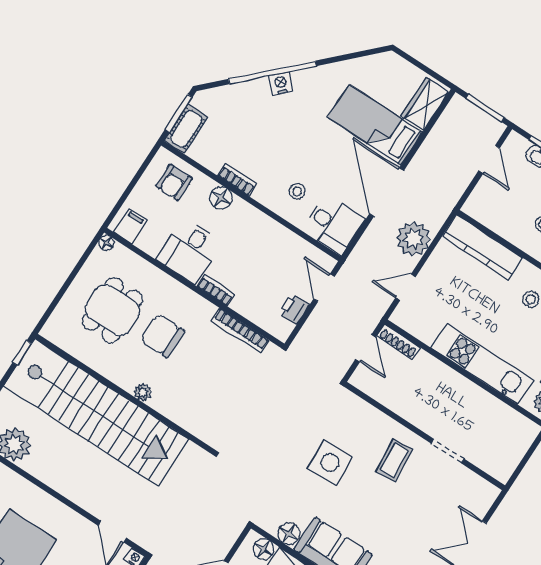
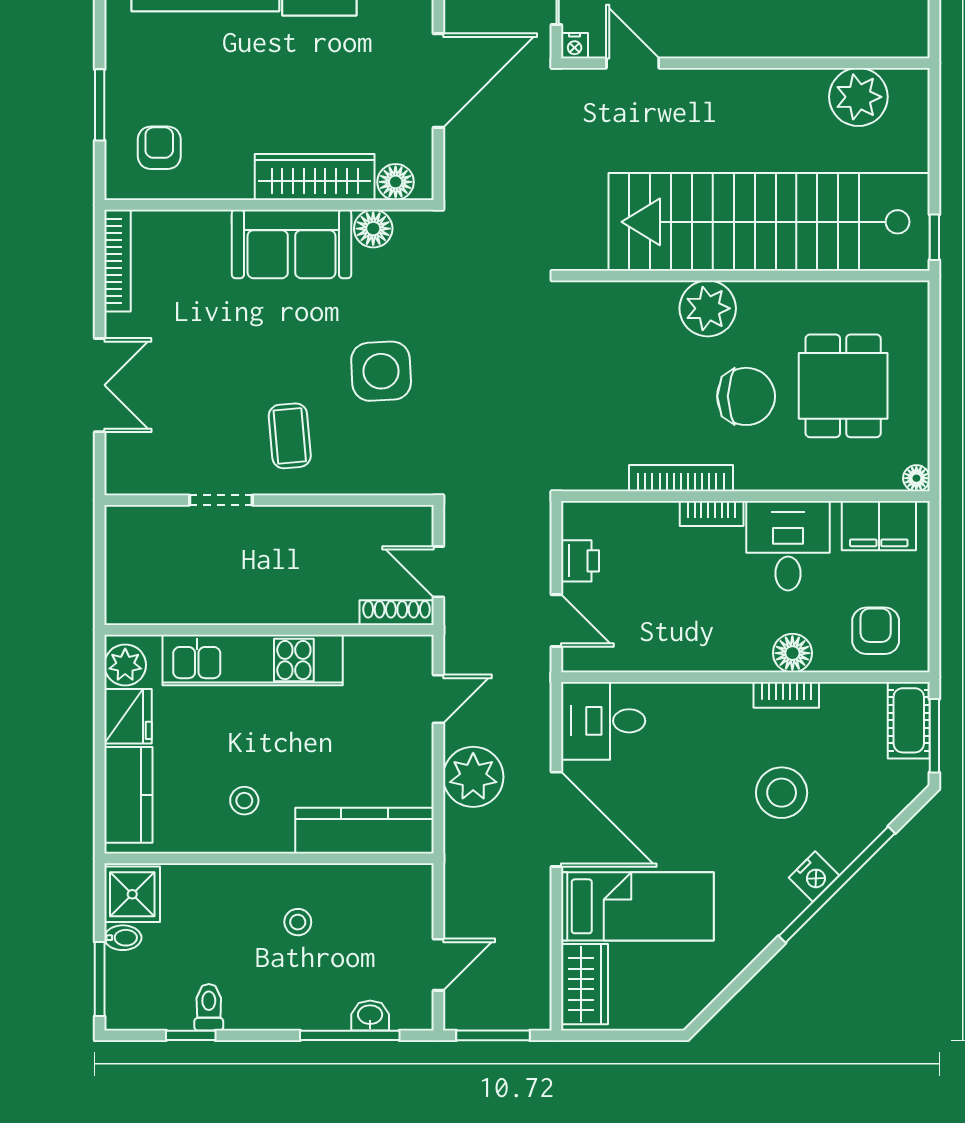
door: (489, 159) -> (438, 965), swing flipped
stool: (297, 191) -> (782, 793), moved, width x1.89, depth x1.89
filing cabinet: (130, 226) -> (879, 526), width x2.00
bookcase: (240, 331) -> (681, 478), moved
plant: (143, 392) -> (708, 308), width x1.87, depth x1.87

